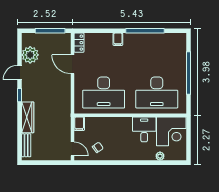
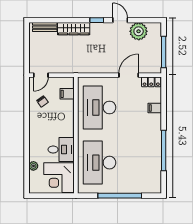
filing cabinet: (118, 39) -> (155, 108), moved
filing cabinet: (79, 124) -> (67, 94), moved

